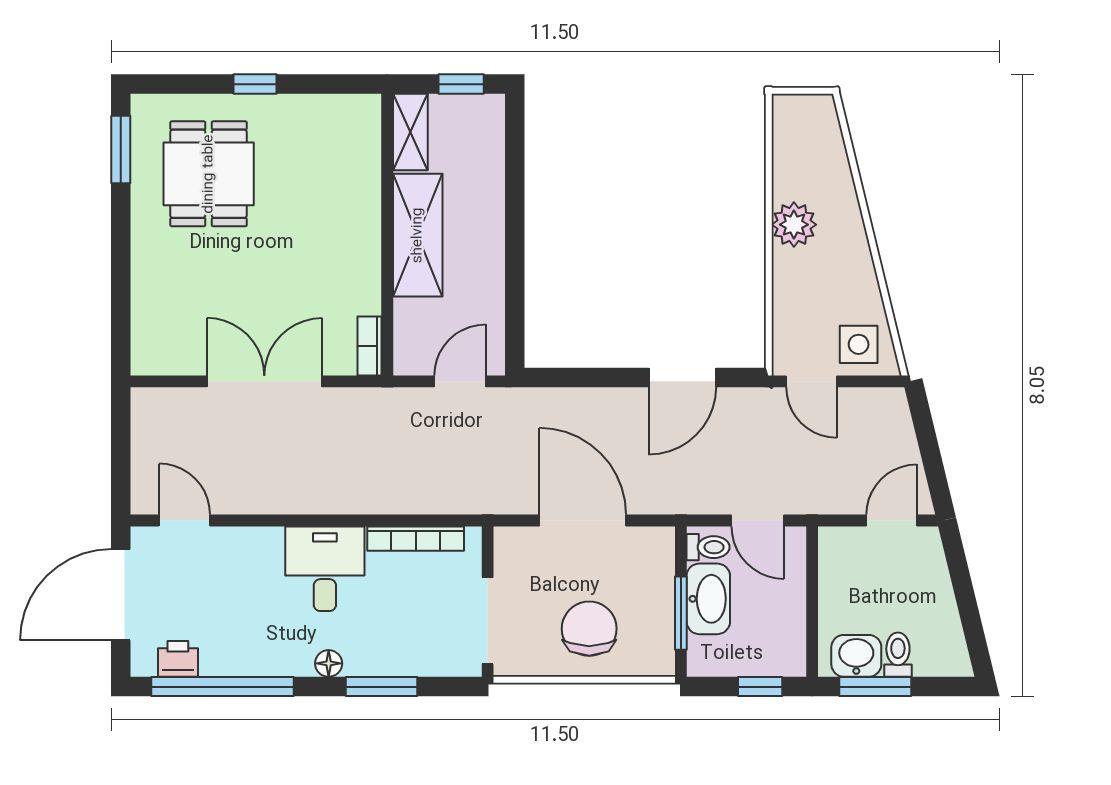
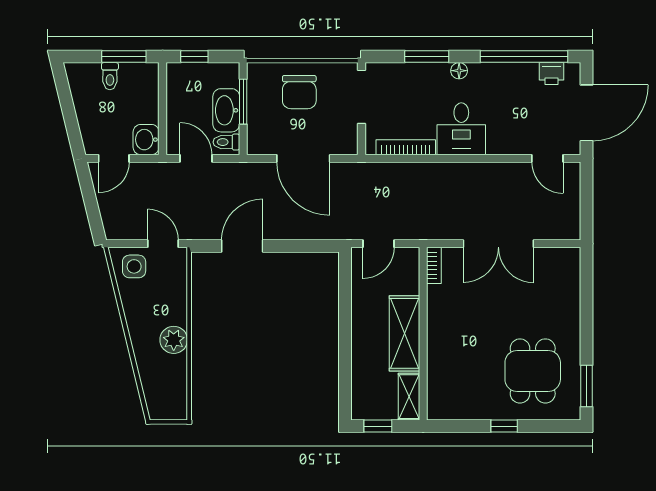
washbasin: (856, 656) -> (146, 140), moved, turned 90

